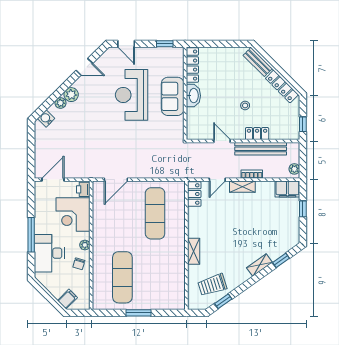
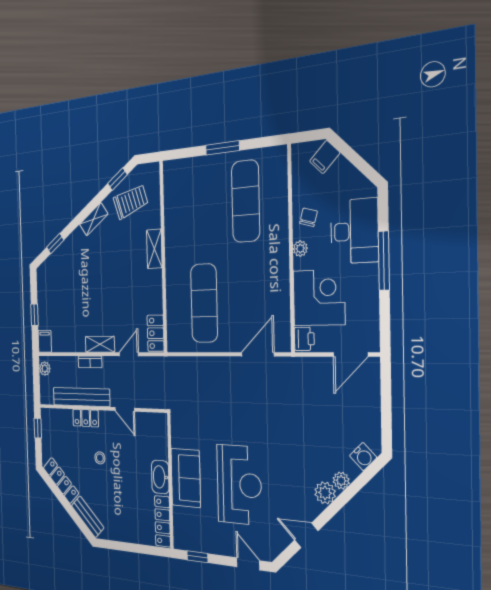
filing cabinet: (287, 189) -> (45, 341), width x0.50
shelving: (259, 265) -> (94, 219), moved

